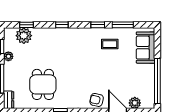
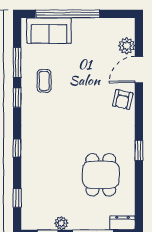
plant: (24, 36) -> (32, 202), removed
window: (157, 81) -> (68, 14), moved
dining table: (43, 84) -> (101, 175), turned 90

